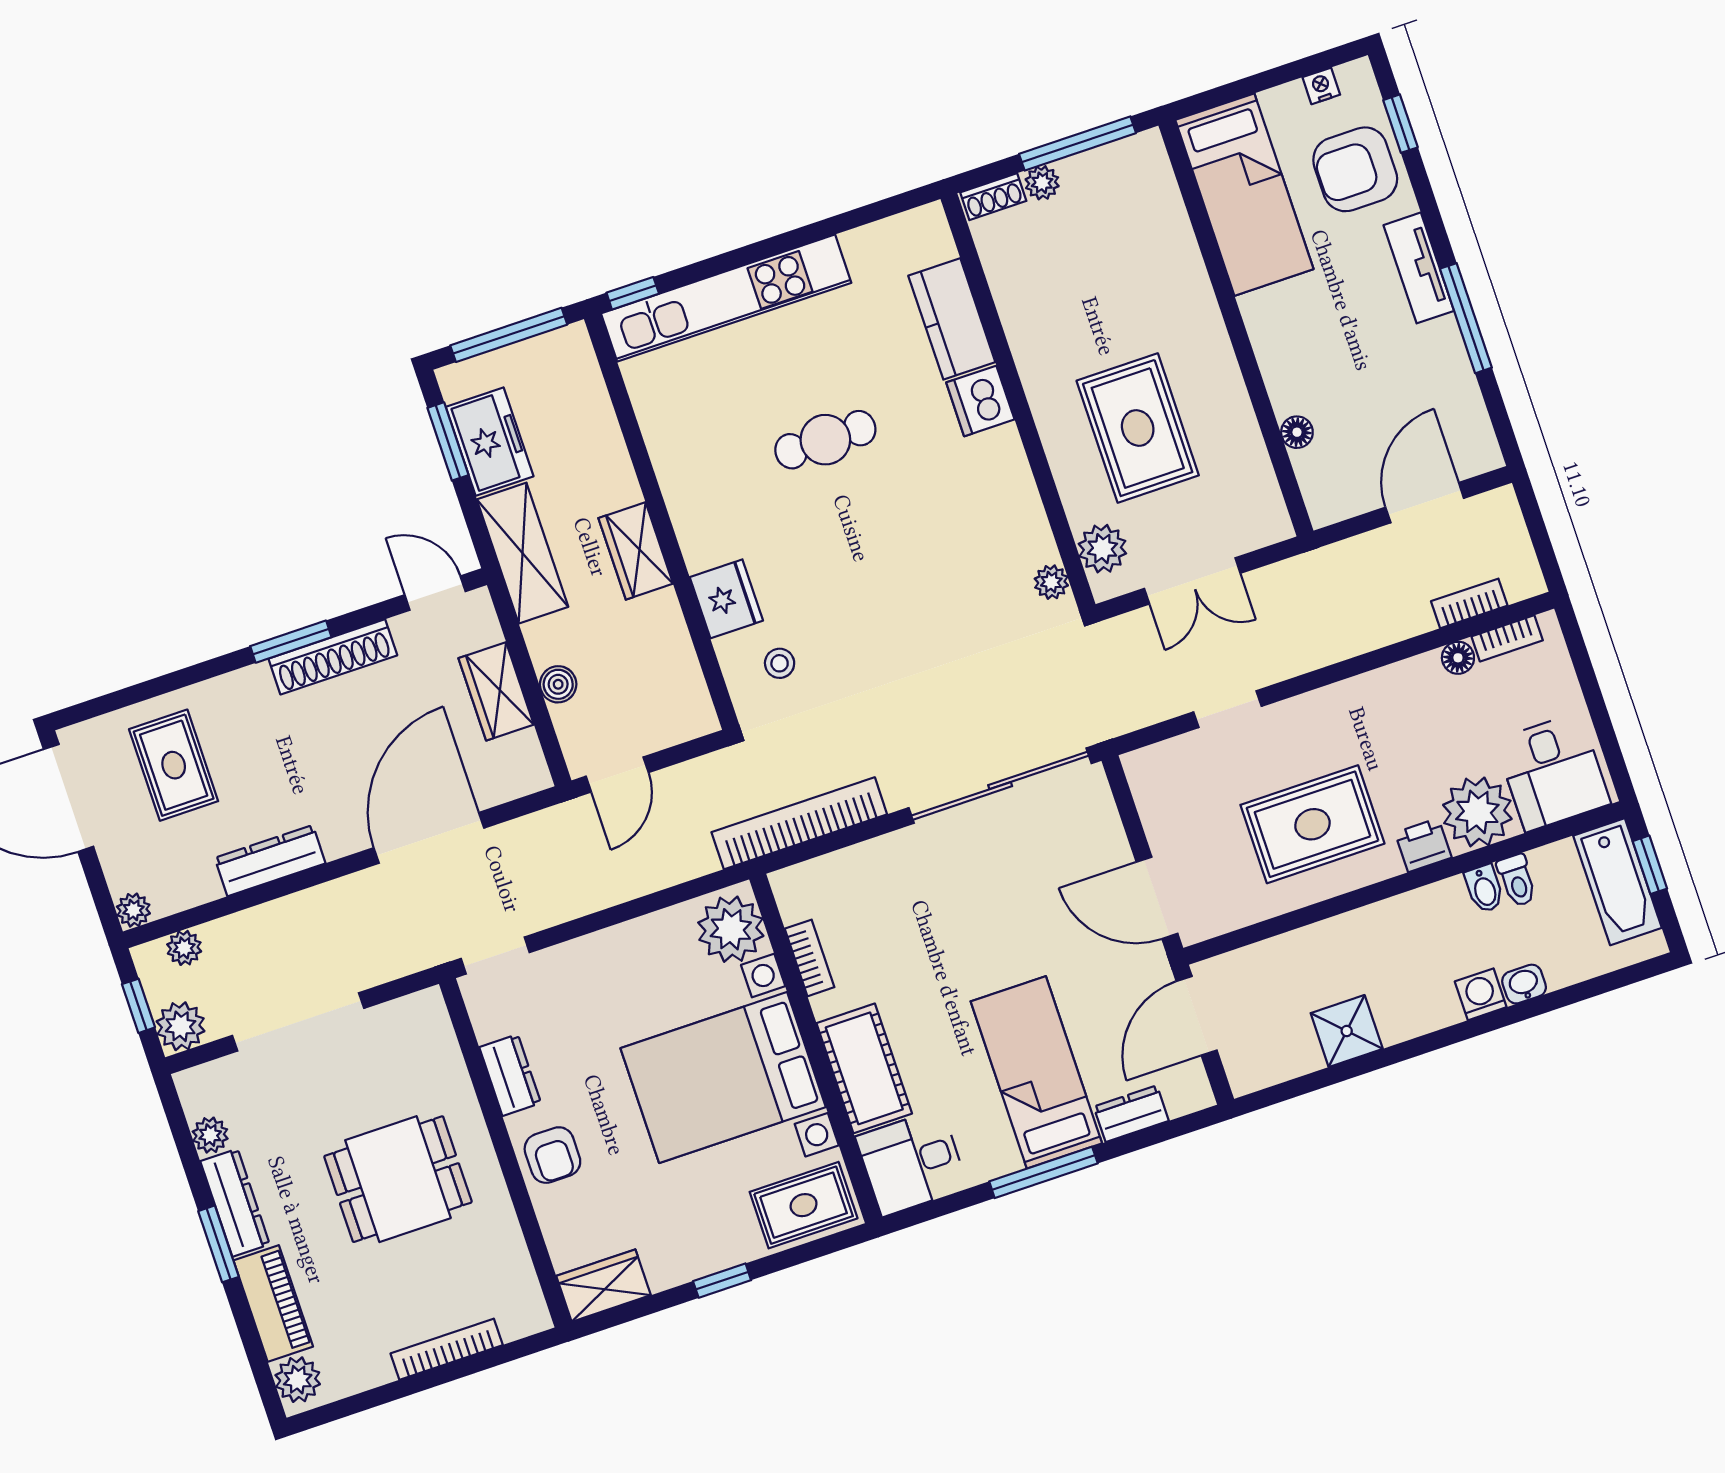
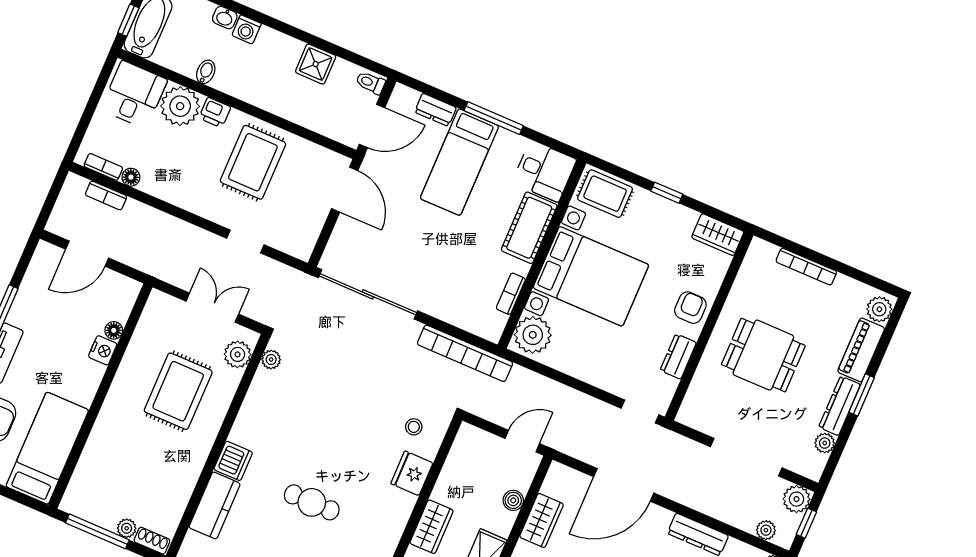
nightstand: (1288, 392) -> (103, 350), added
rug: (1312, 824) -> (253, 162), turned 90
toilet: (1517, 880) -> (370, 83), moved, turned -90

